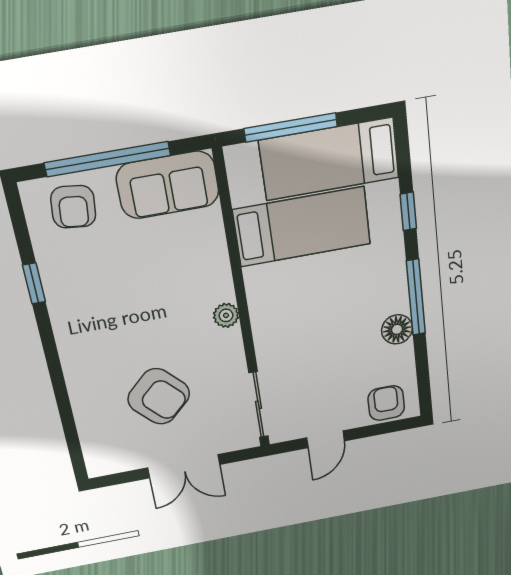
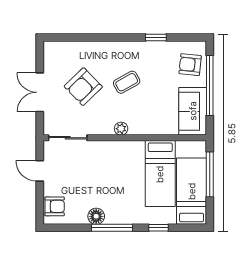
coffee table: (134, 322) -> (127, 82), added

